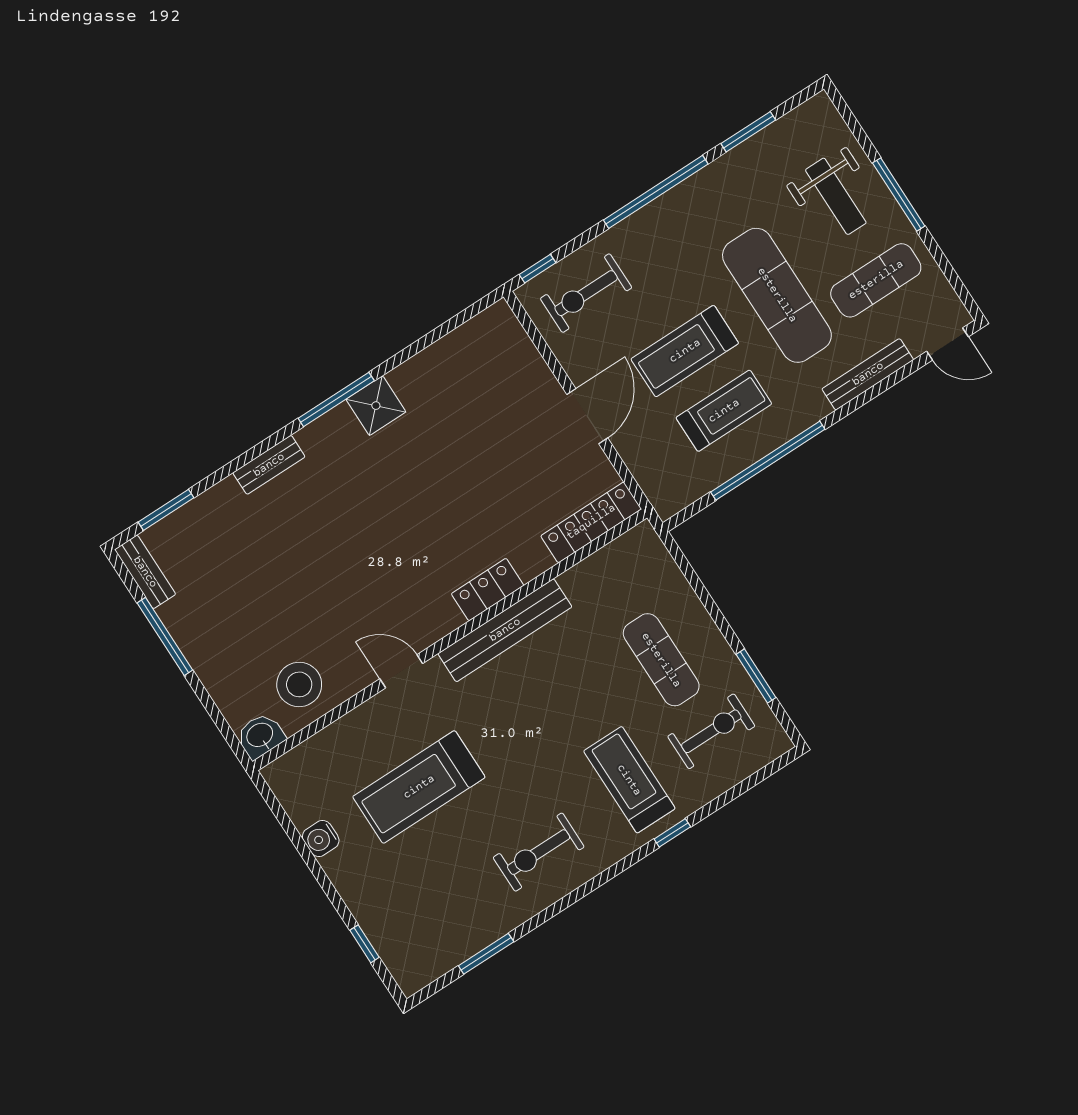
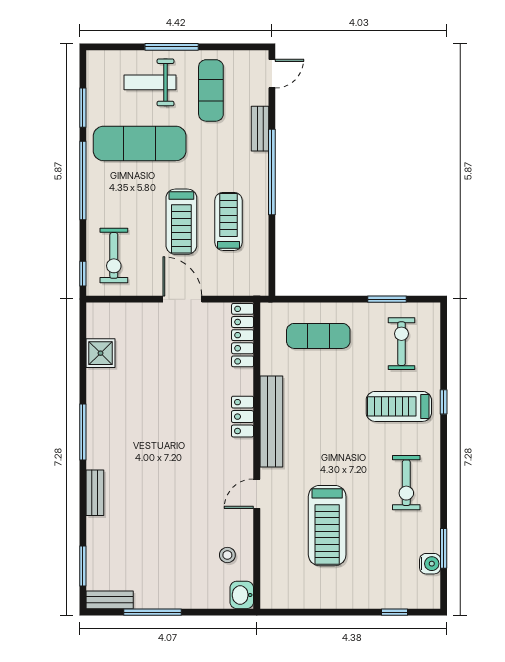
weight bench: (836, 196) -> (150, 82), turned 180
exercise mat: (777, 295) -> (140, 143), moved
bench: (868, 374) -> (260, 129), width x0.73
shower: (376, 406) -> (101, 353), moved
window: (768, 461) -> (272, 172), moved
exercise mat: (661, 660) -> (318, 336), moved
stool: (299, 684) -> (227, 555), width x0.53, depth x0.53
water cooler: (321, 839) -> (430, 564), moved, turned -90

